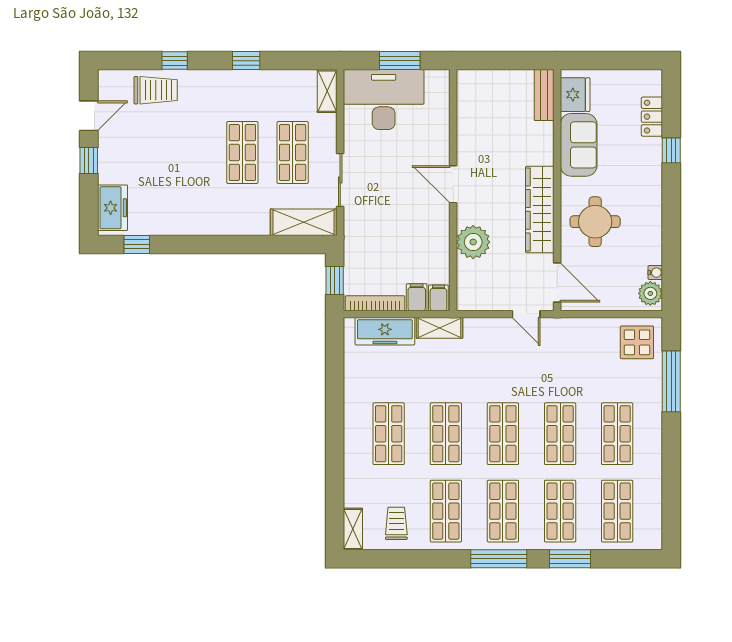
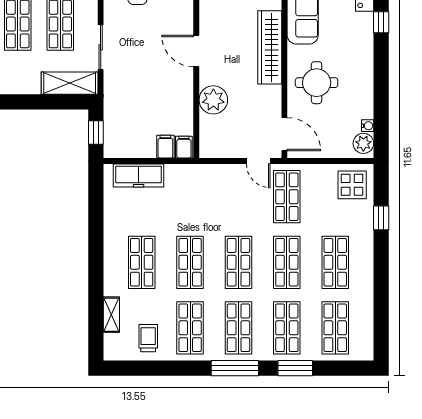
wardrobe: (540, 209) -> (270, 47), moved
bookcase: (375, 303) -> (130, 152), removed
shelving: (440, 328) -> (185, 173), removed
shop shelf: (560, 356) -> (287, 197), added
window: (671, 381) -> (381, 218), width x0.46
shelving: (353, 529) -> (111, 315), moved

